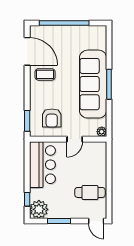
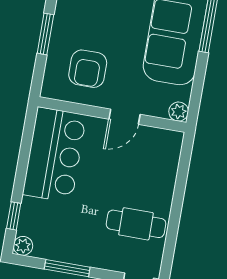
window: (27, 121) -> (45, 34), moved
plant: (39, 209) -> (23, 246), width x0.53, depth x0.53

